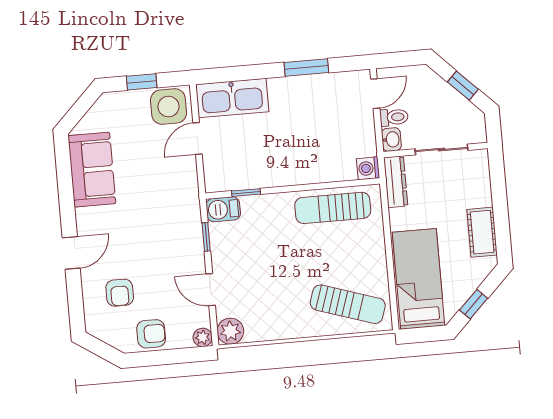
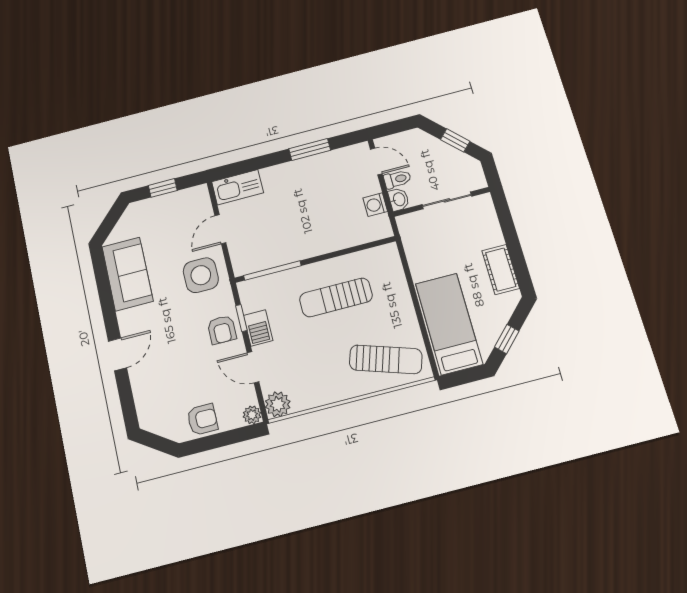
door: (375, 94) -> (376, 161), hinge flipped
kitchen sink: (232, 98) -> (238, 187), width x0.73, depth x0.81
side table: (169, 107) -> (201, 275), moved
washing machine: (368, 168) -> (375, 205), moved
dresser: (396, 182) -> (410, 237), removed
window: (246, 193) -> (272, 271), width x2.17
sun lounger: (333, 208) -> (336, 297), moved
barbecue: (223, 209) -> (258, 328), moved, turned -90
armchair: (120, 293) -> (222, 330), moved

